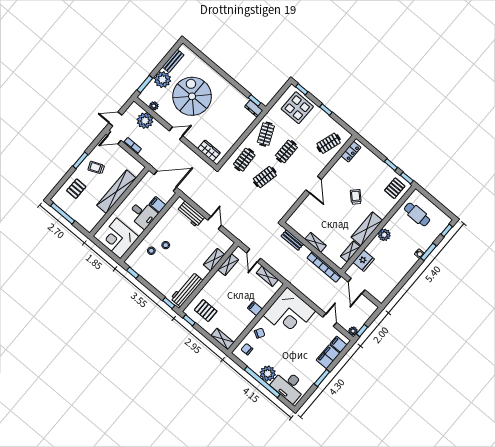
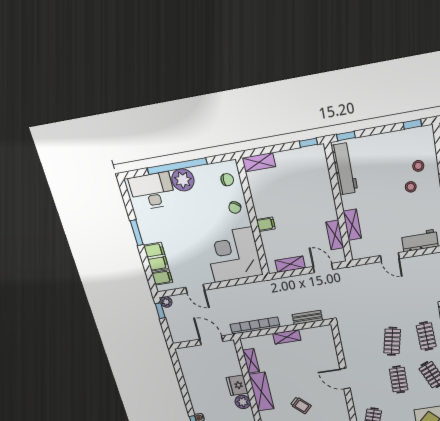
fridge: (364, 261) -> (237, 385), moved
pallet: (206, 311) -> (305, 170), removed

